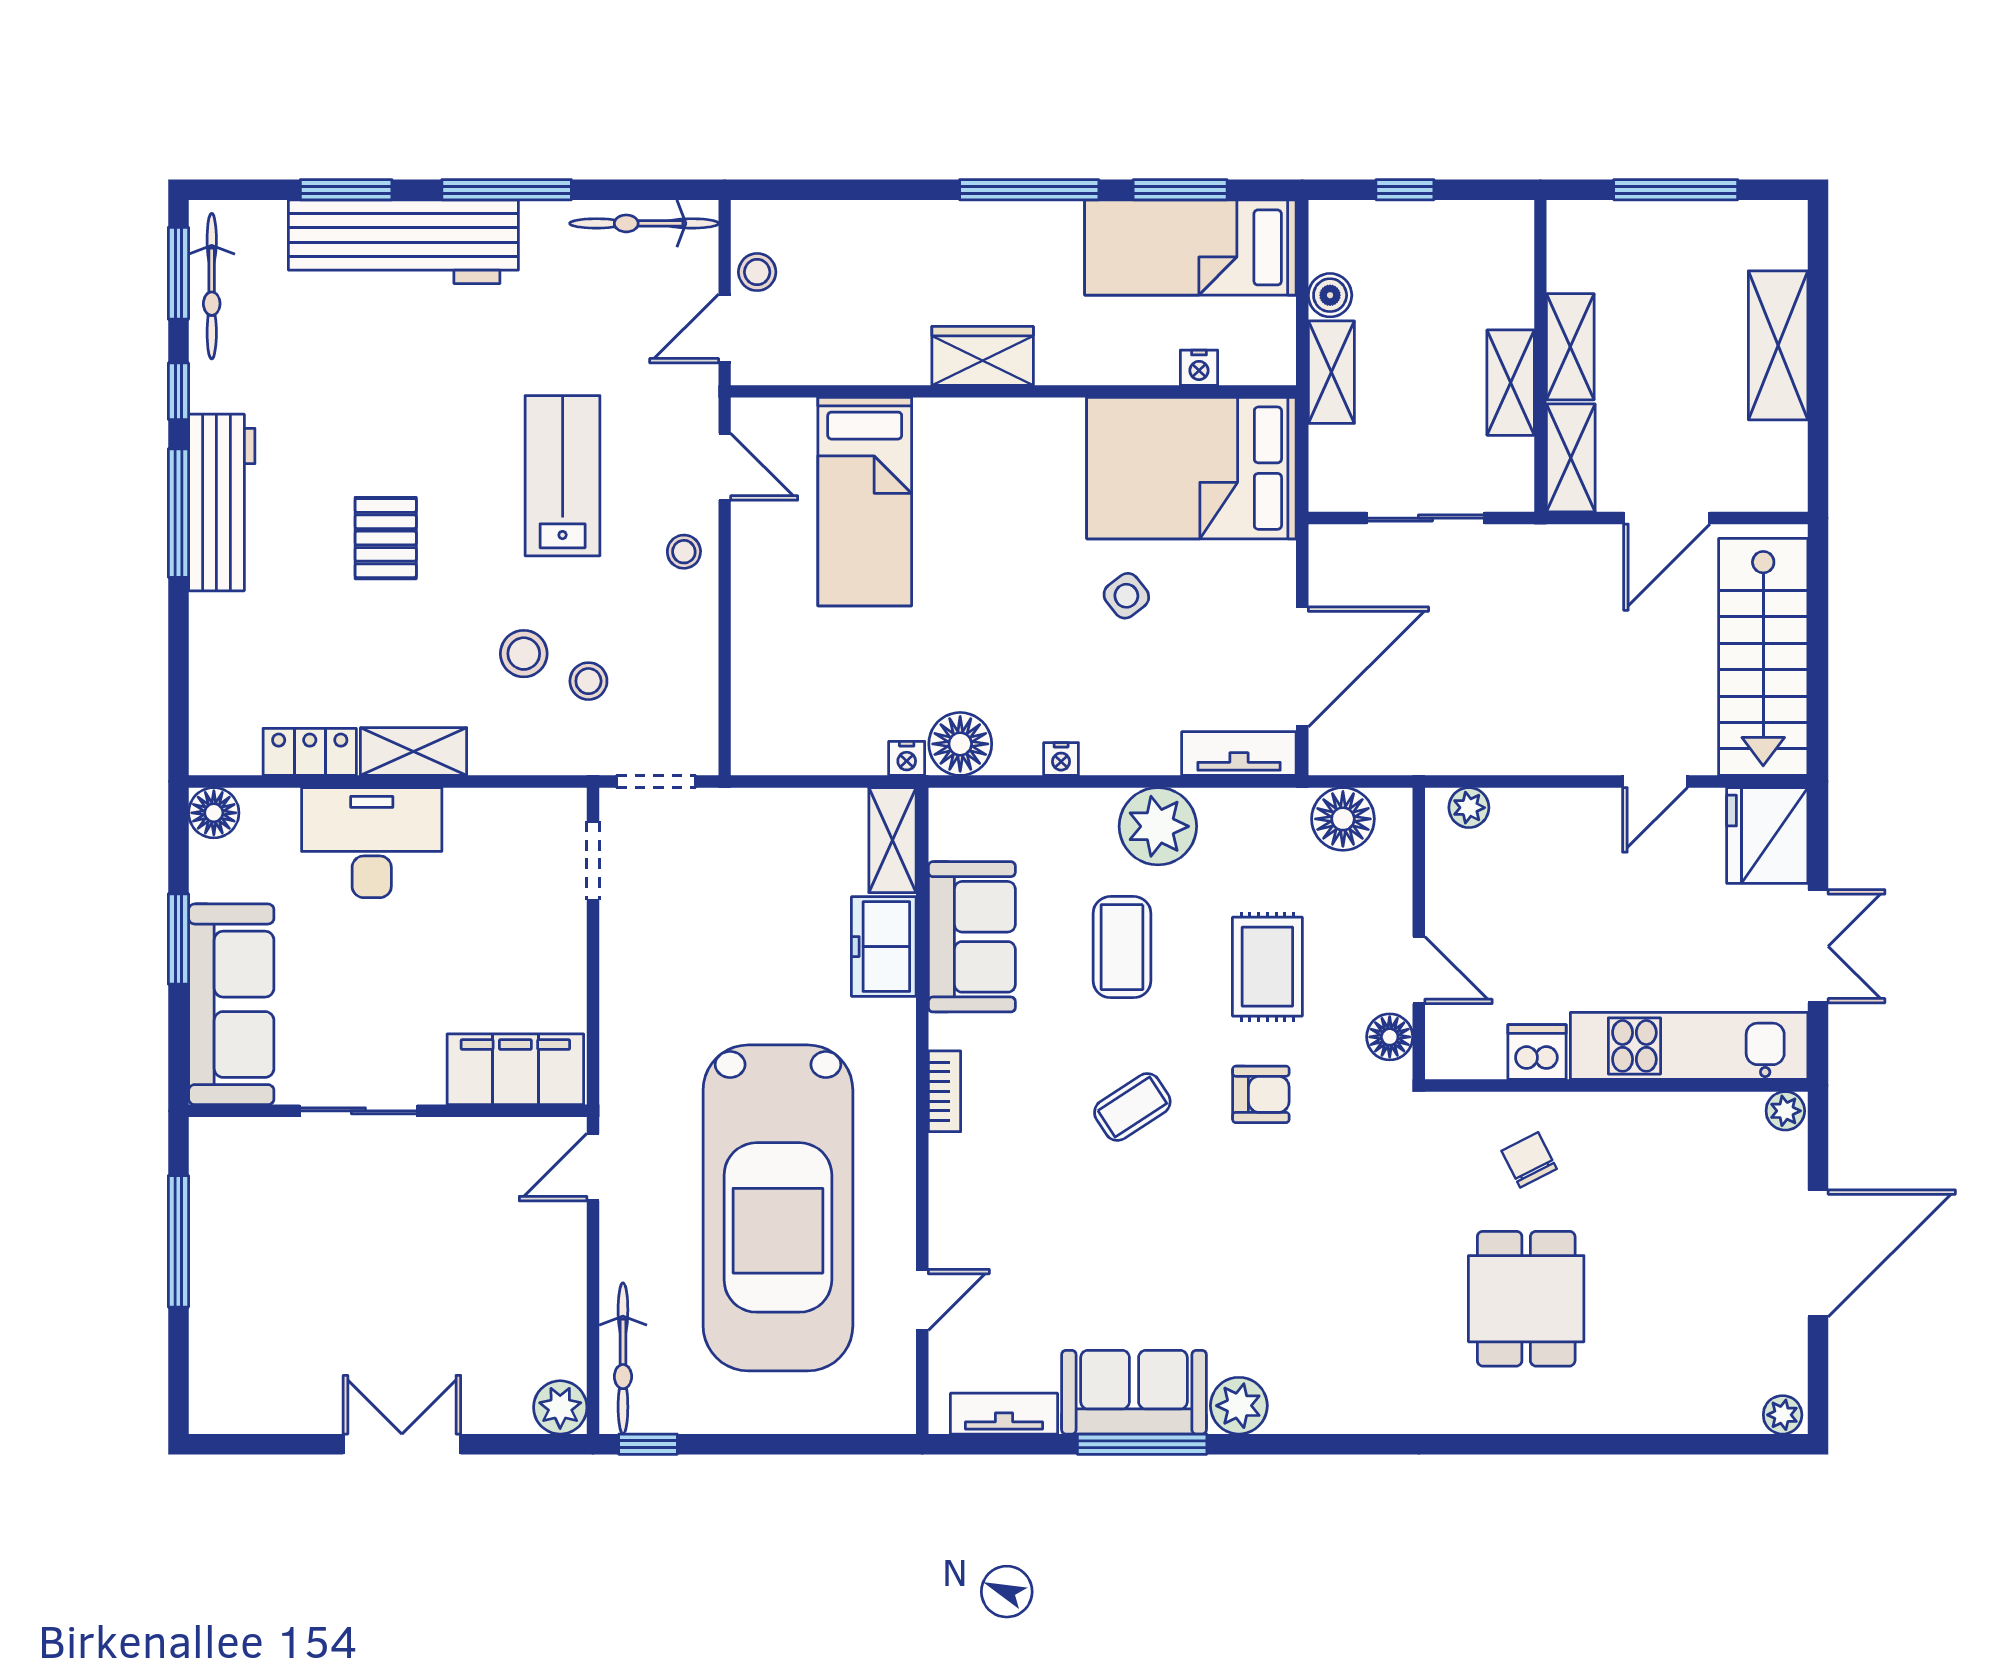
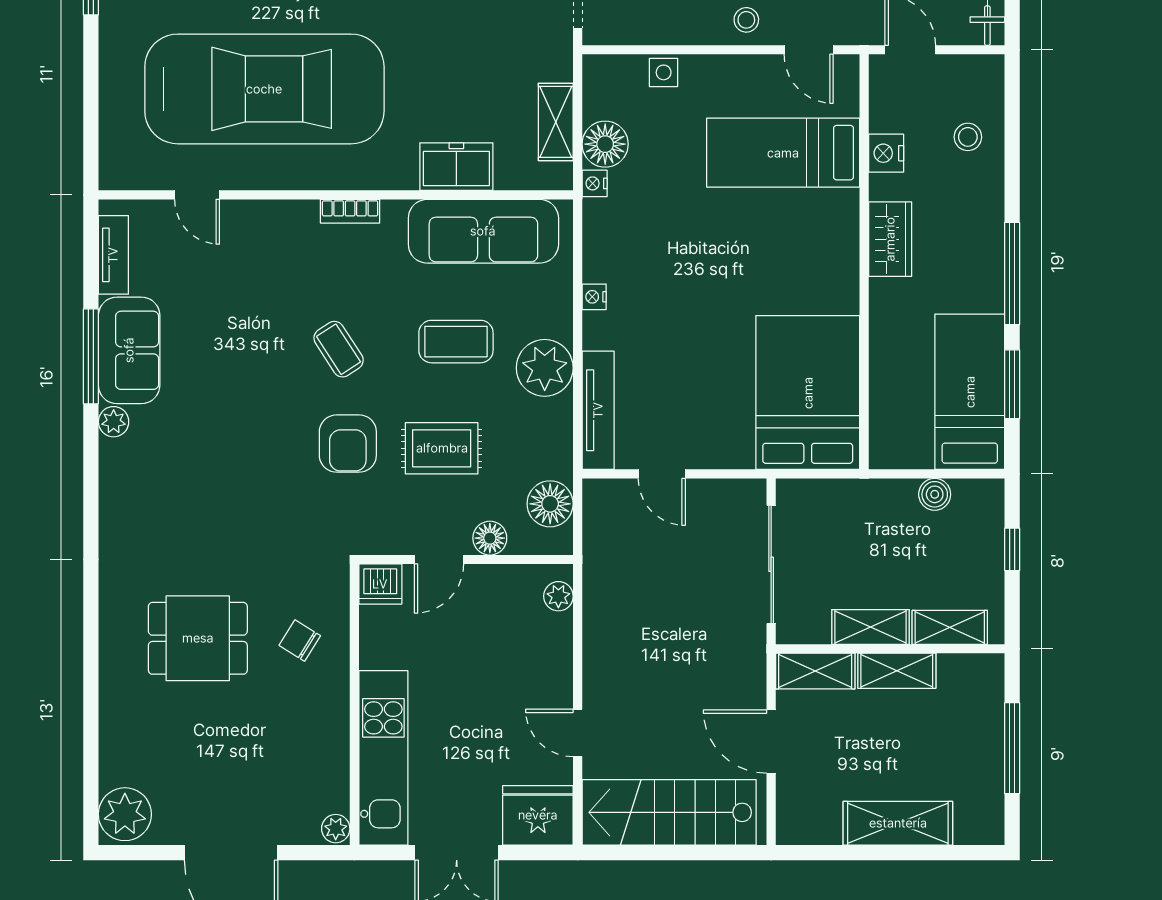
stool: (757, 272) -> (968, 137), moved
nightstand: (1199, 368) -> (886, 153), moved, width x1.39, depth x1.35
shelving: (1331, 372) -> (950, 627), moved
door: (725, 467) -> (809, 50), hinge flipped
sliding door: (1425, 518) -> (771, 564), width x1.37
side table: (1126, 596) -> (664, 72), moved, turned 38
door: (1302, 667) -> (662, 474), width x0.53
floor lamp: (960, 744) -> (605, 144), moved
tv unit: (1239, 754) -> (598, 410), width x1.41
shelving: (893, 840) -> (556, 122), moved, turned 90
sofa: (972, 937) -> (483, 231), width x1.36
floor lamp: (1390, 1037) -> (490, 538), moved
dishwasher: (1537, 1052) -> (380, 584), moved, turned 90
armchair: (1261, 1094) -> (348, 444), width x1.38, depth x1.38
chair: (1529, 1160) -> (300, 641), turned -121
car: (778, 1208) -> (264, 89), turned 180
plant: (1239, 1406) -> (114, 422), width x0.73, depth x0.73
plant: (1783, 1415) -> (125, 814), width x1.88, depth x1.88

